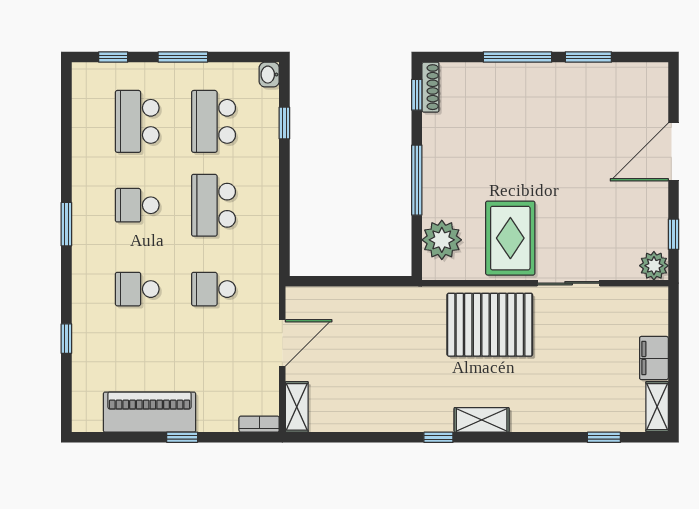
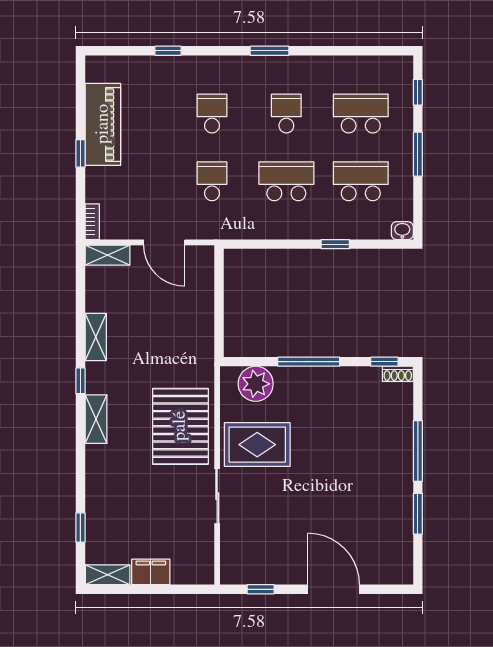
shoe rack: (430, 87) -> (398, 374), width x0.70
window: (284, 123) -> (335, 244), moved
plant: (654, 266) -> (233, 572), removed
shelving: (389, 420) -> (96, 337), added

